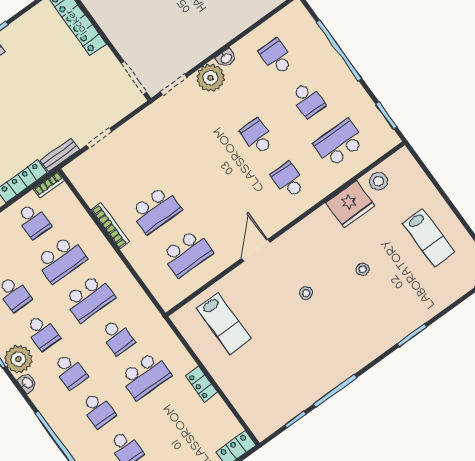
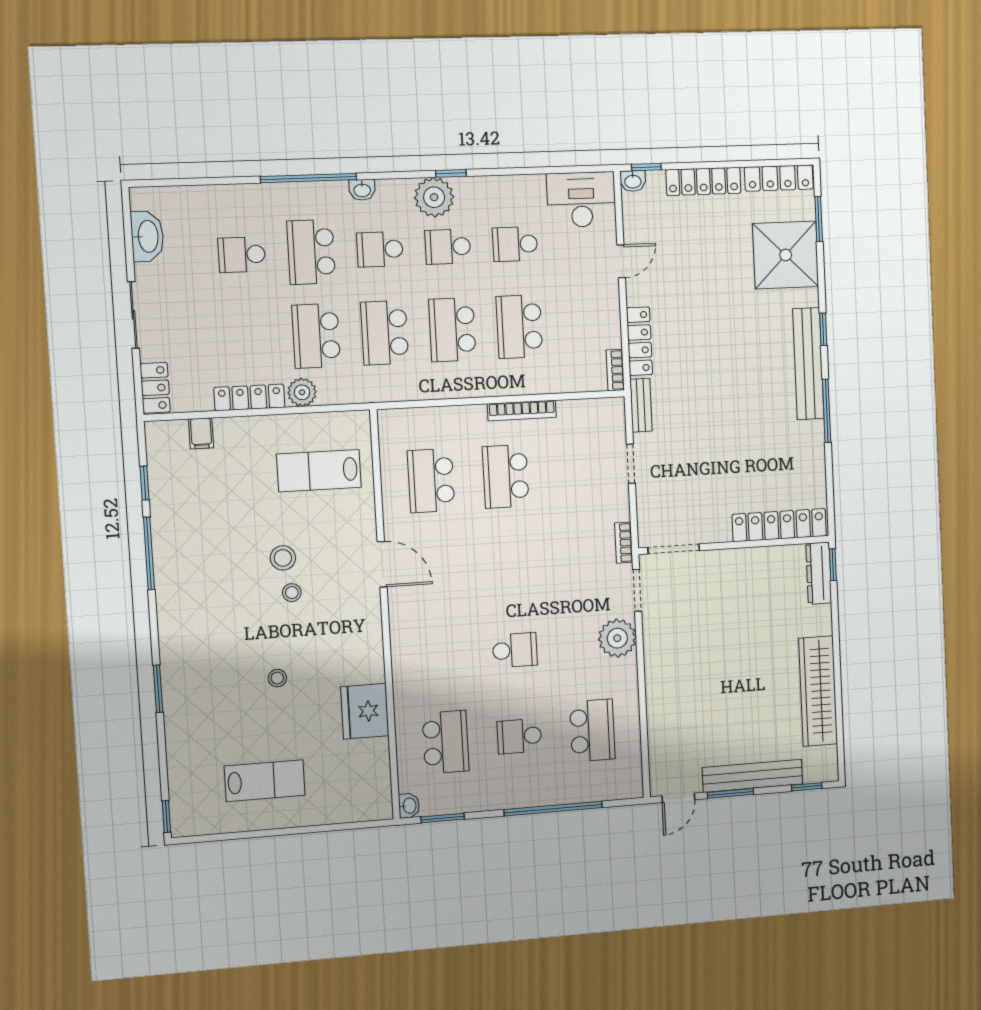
school desk: (276, 57) -> (592, 730), width x1.85
washbasin: (226, 58) -> (409, 806), moved, turned 180
bookcase: (150, 112) -> (624, 543), added
school desk: (288, 180) -> (441, 655), removed
stool: (379, 181) -> (283, 558), moved
school desk: (33, 221) -> (586, 324), removed
lab bench: (429, 238) -> (265, 781), turned 180
school desk: (117, 337) -> (385, 333), width x1.85
plant: (184, 363) -> (302, 392), added
washbasin: (27, 383) -> (362, 190), moved
locker: (202, 384) -> (249, 397), width x1.53
filing cabinet: (246, 406) -> (201, 433), added
school desk: (98, 410) -> (311, 252), width x1.85

